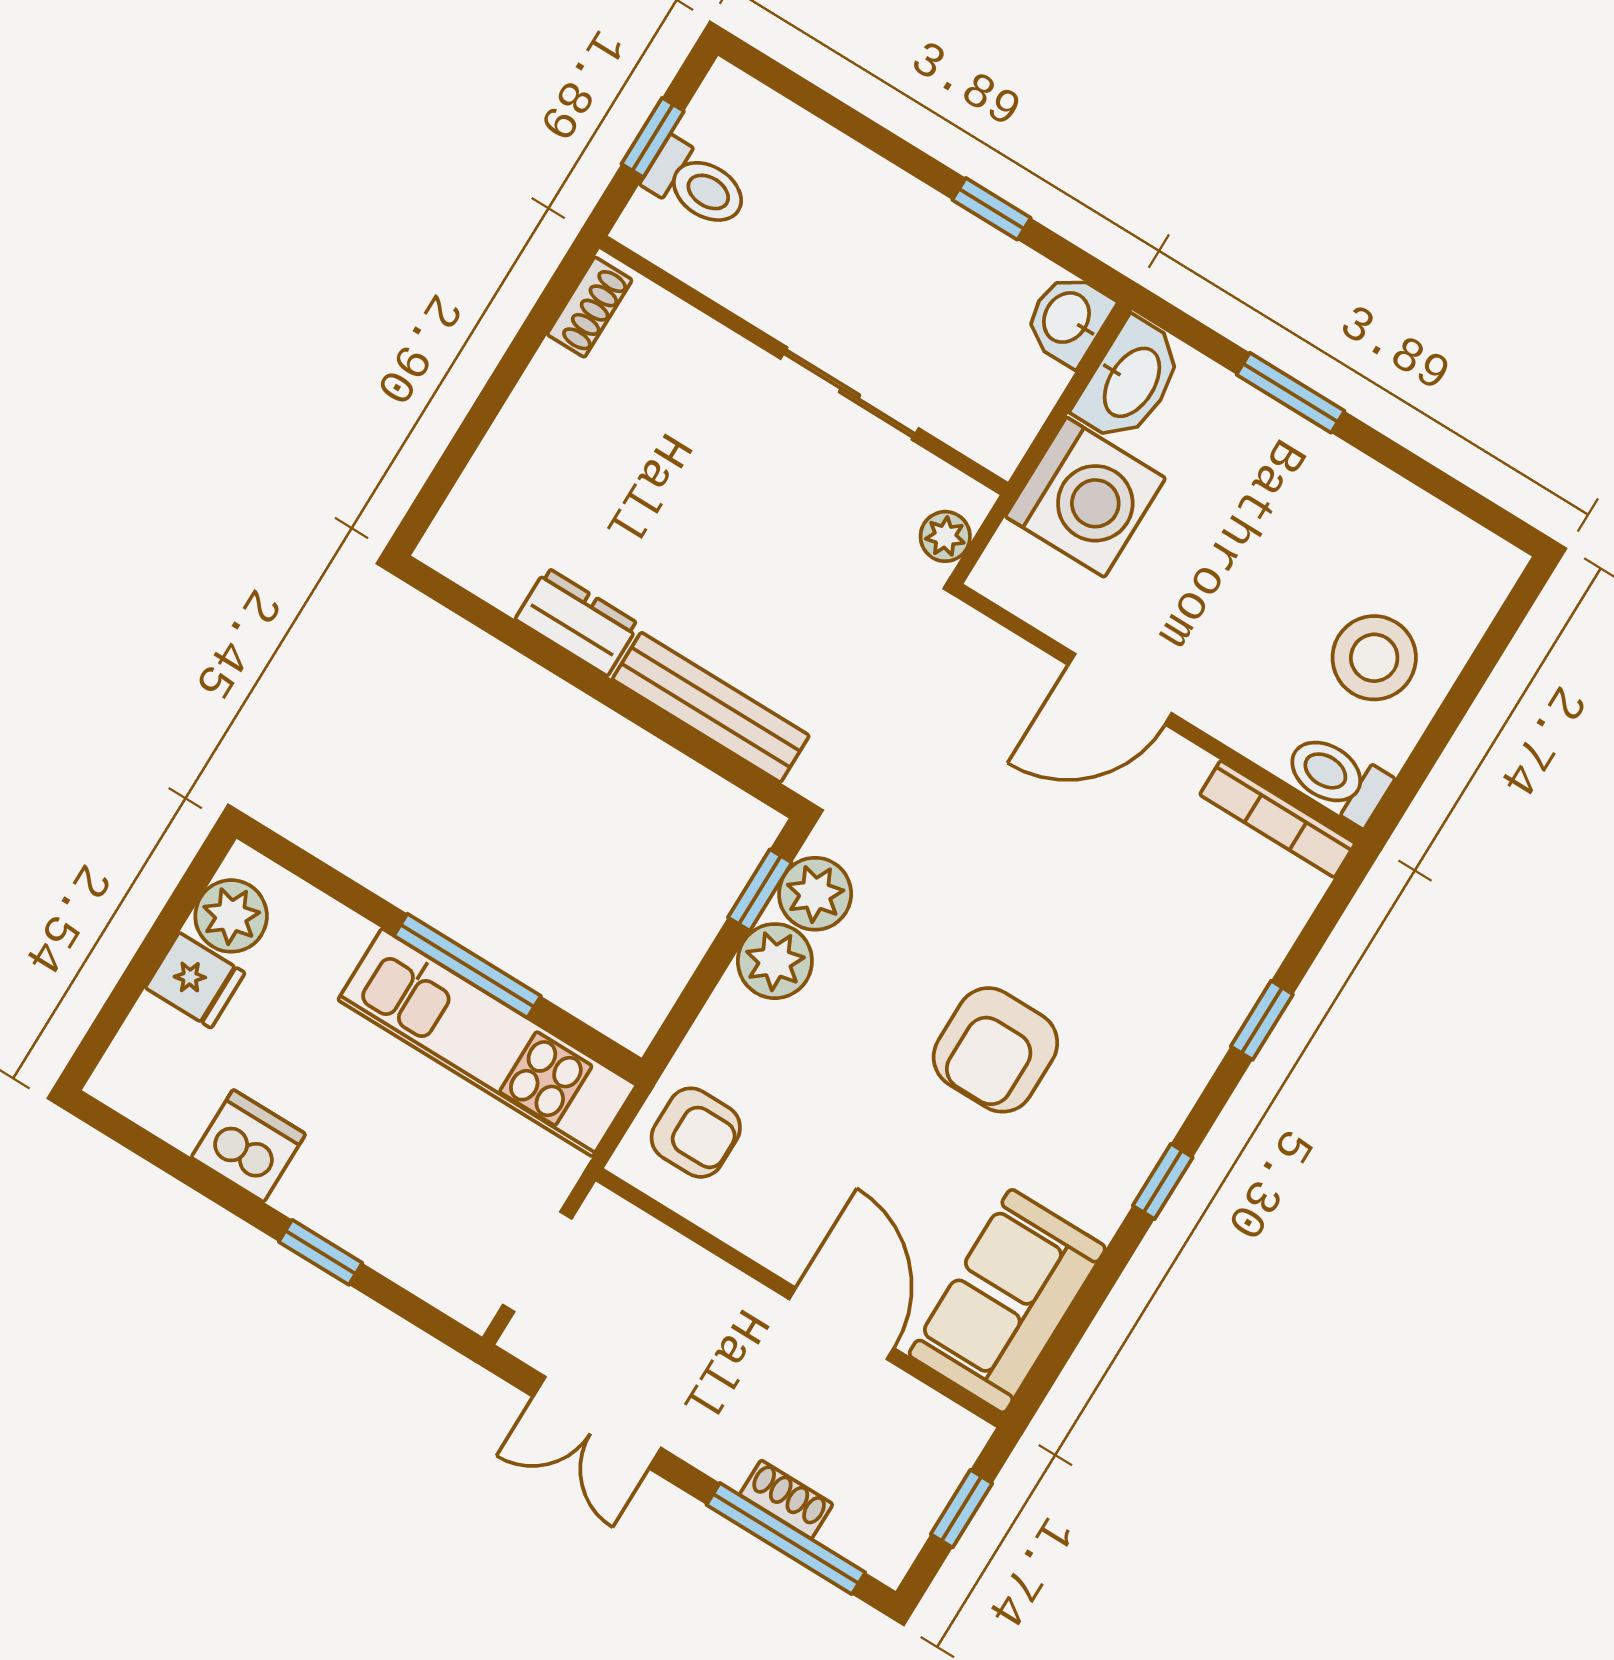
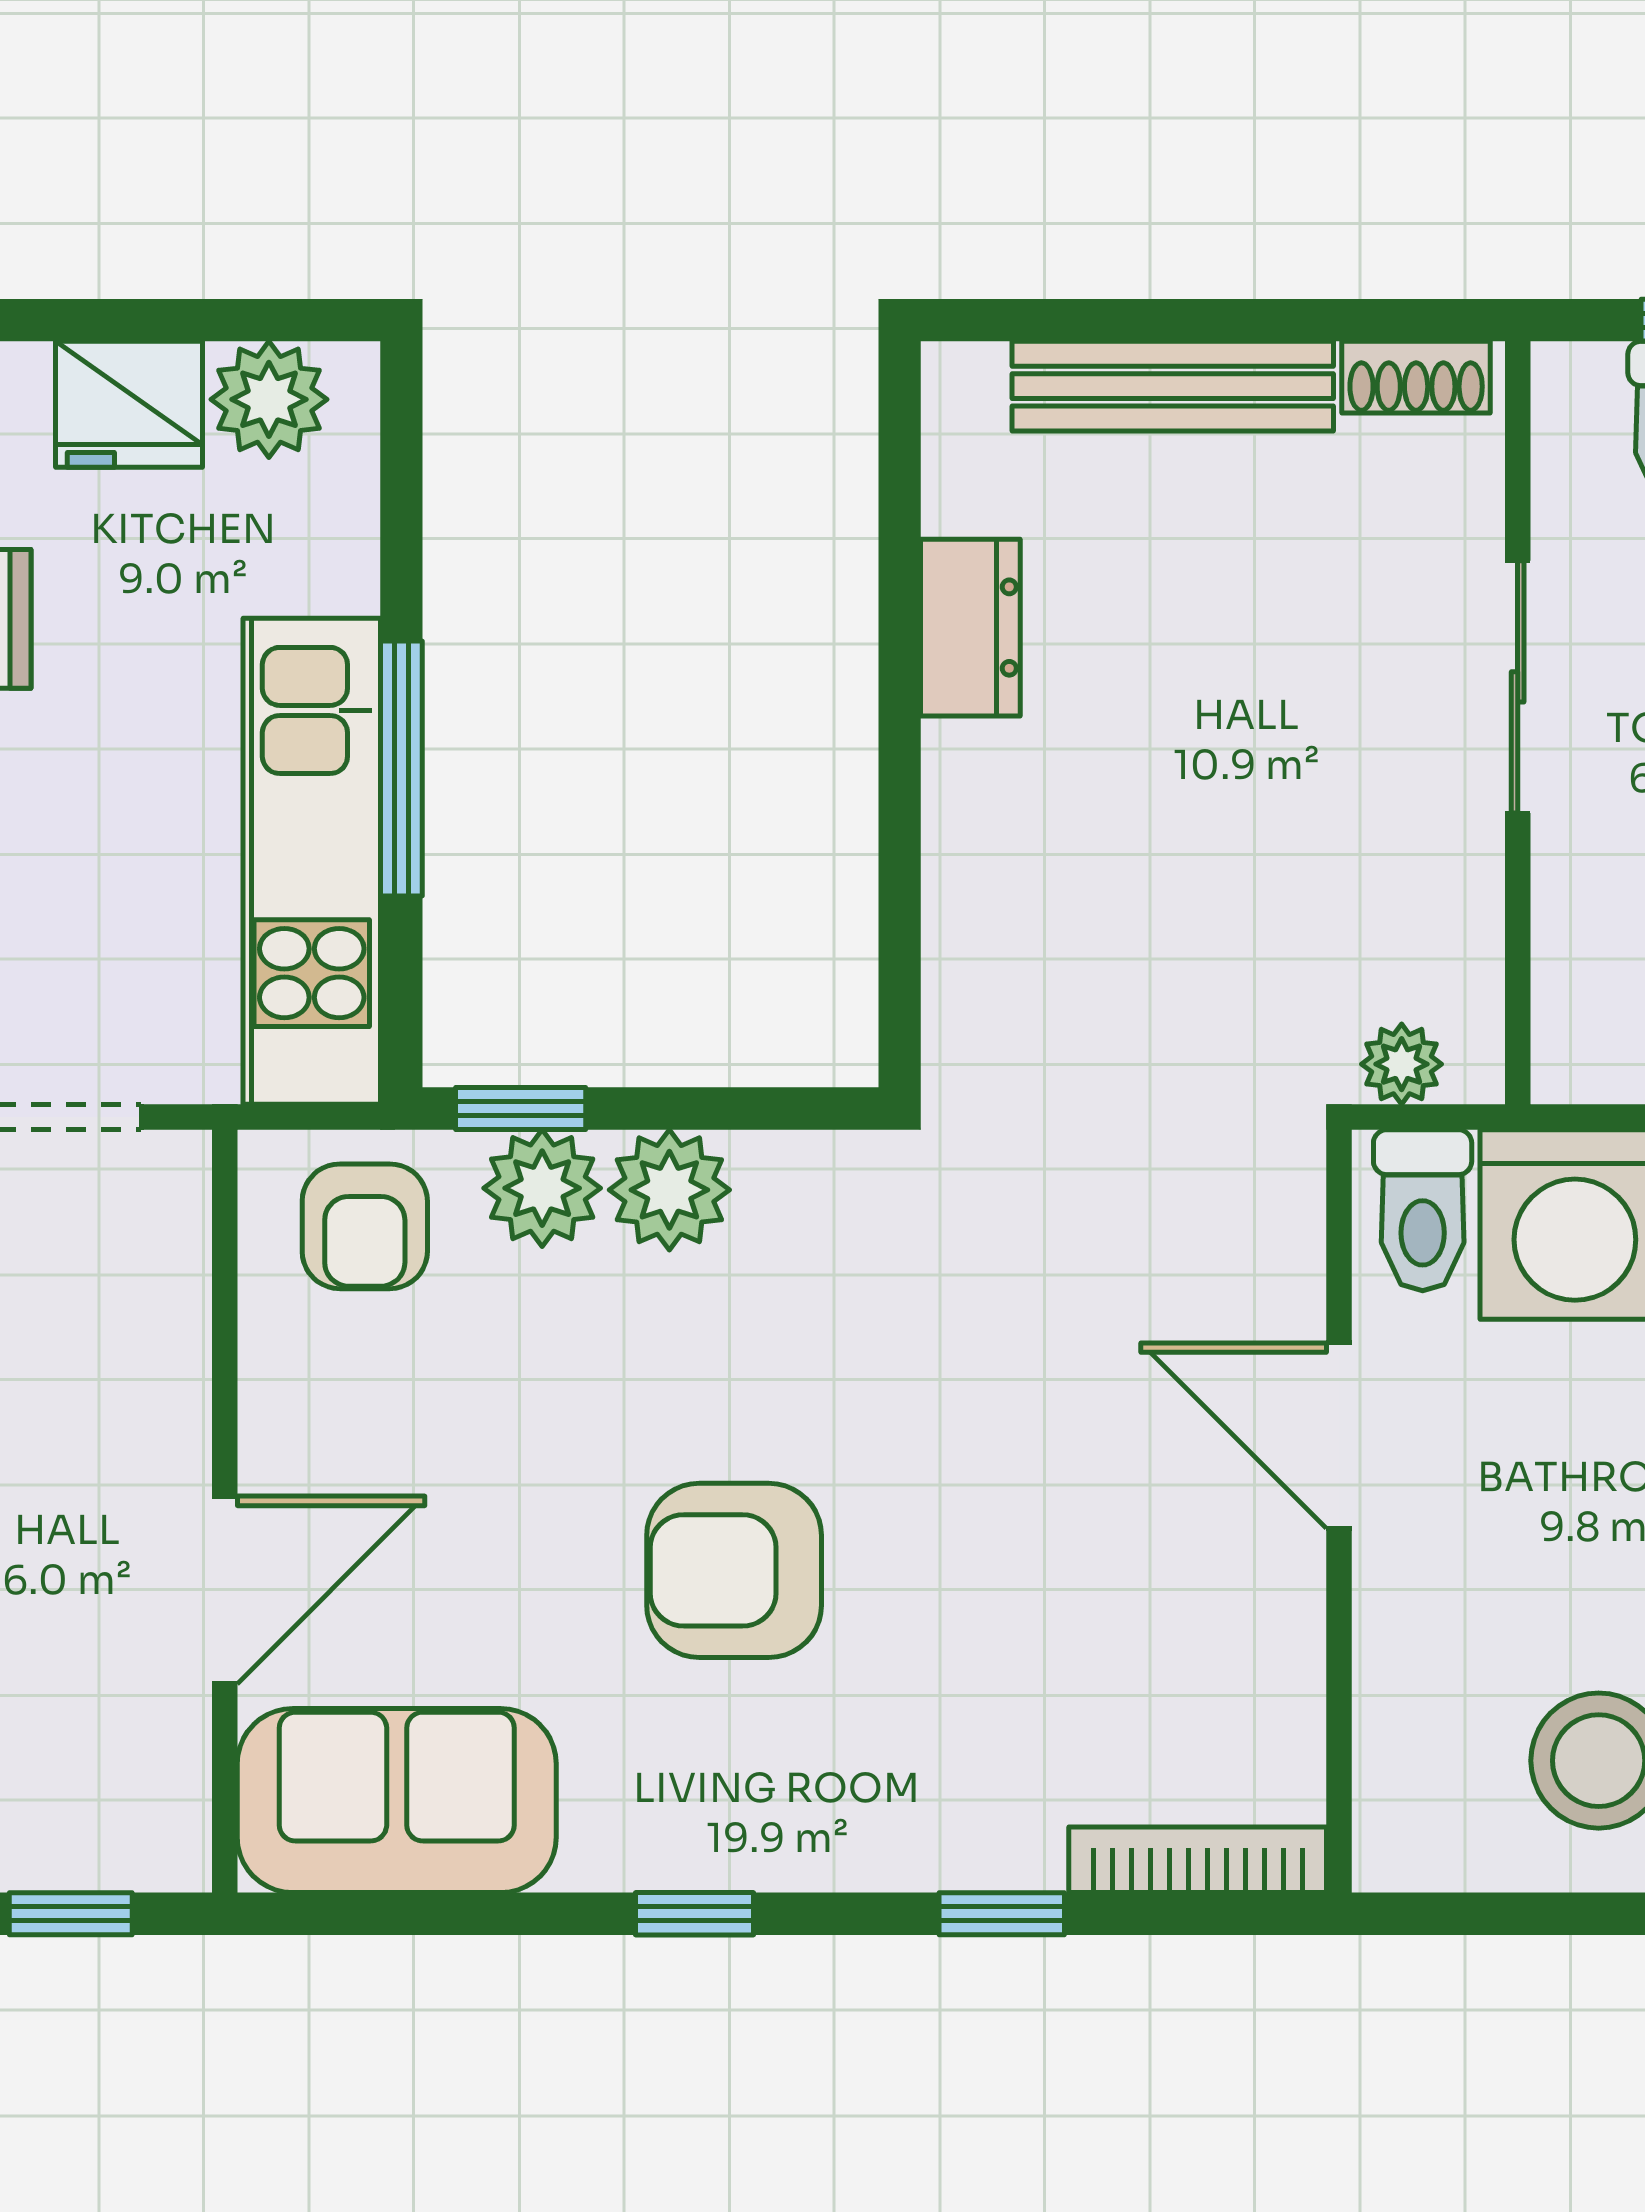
sliding door: (850, 394) -> (1518, 687), moved
bench: (711, 707) -> (1173, 386), moved, turned 90
toilet: (1337, 778) -> (1423, 1210), moved, turned 180
bookcase: (1278, 819) -> (1198, 1860), moved, turned 90
window: (760, 890) -> (521, 1109), moved
plant: (815, 894) -> (542, 1188), moved
fridge: (195, 980) -> (129, 404), width x1.38

